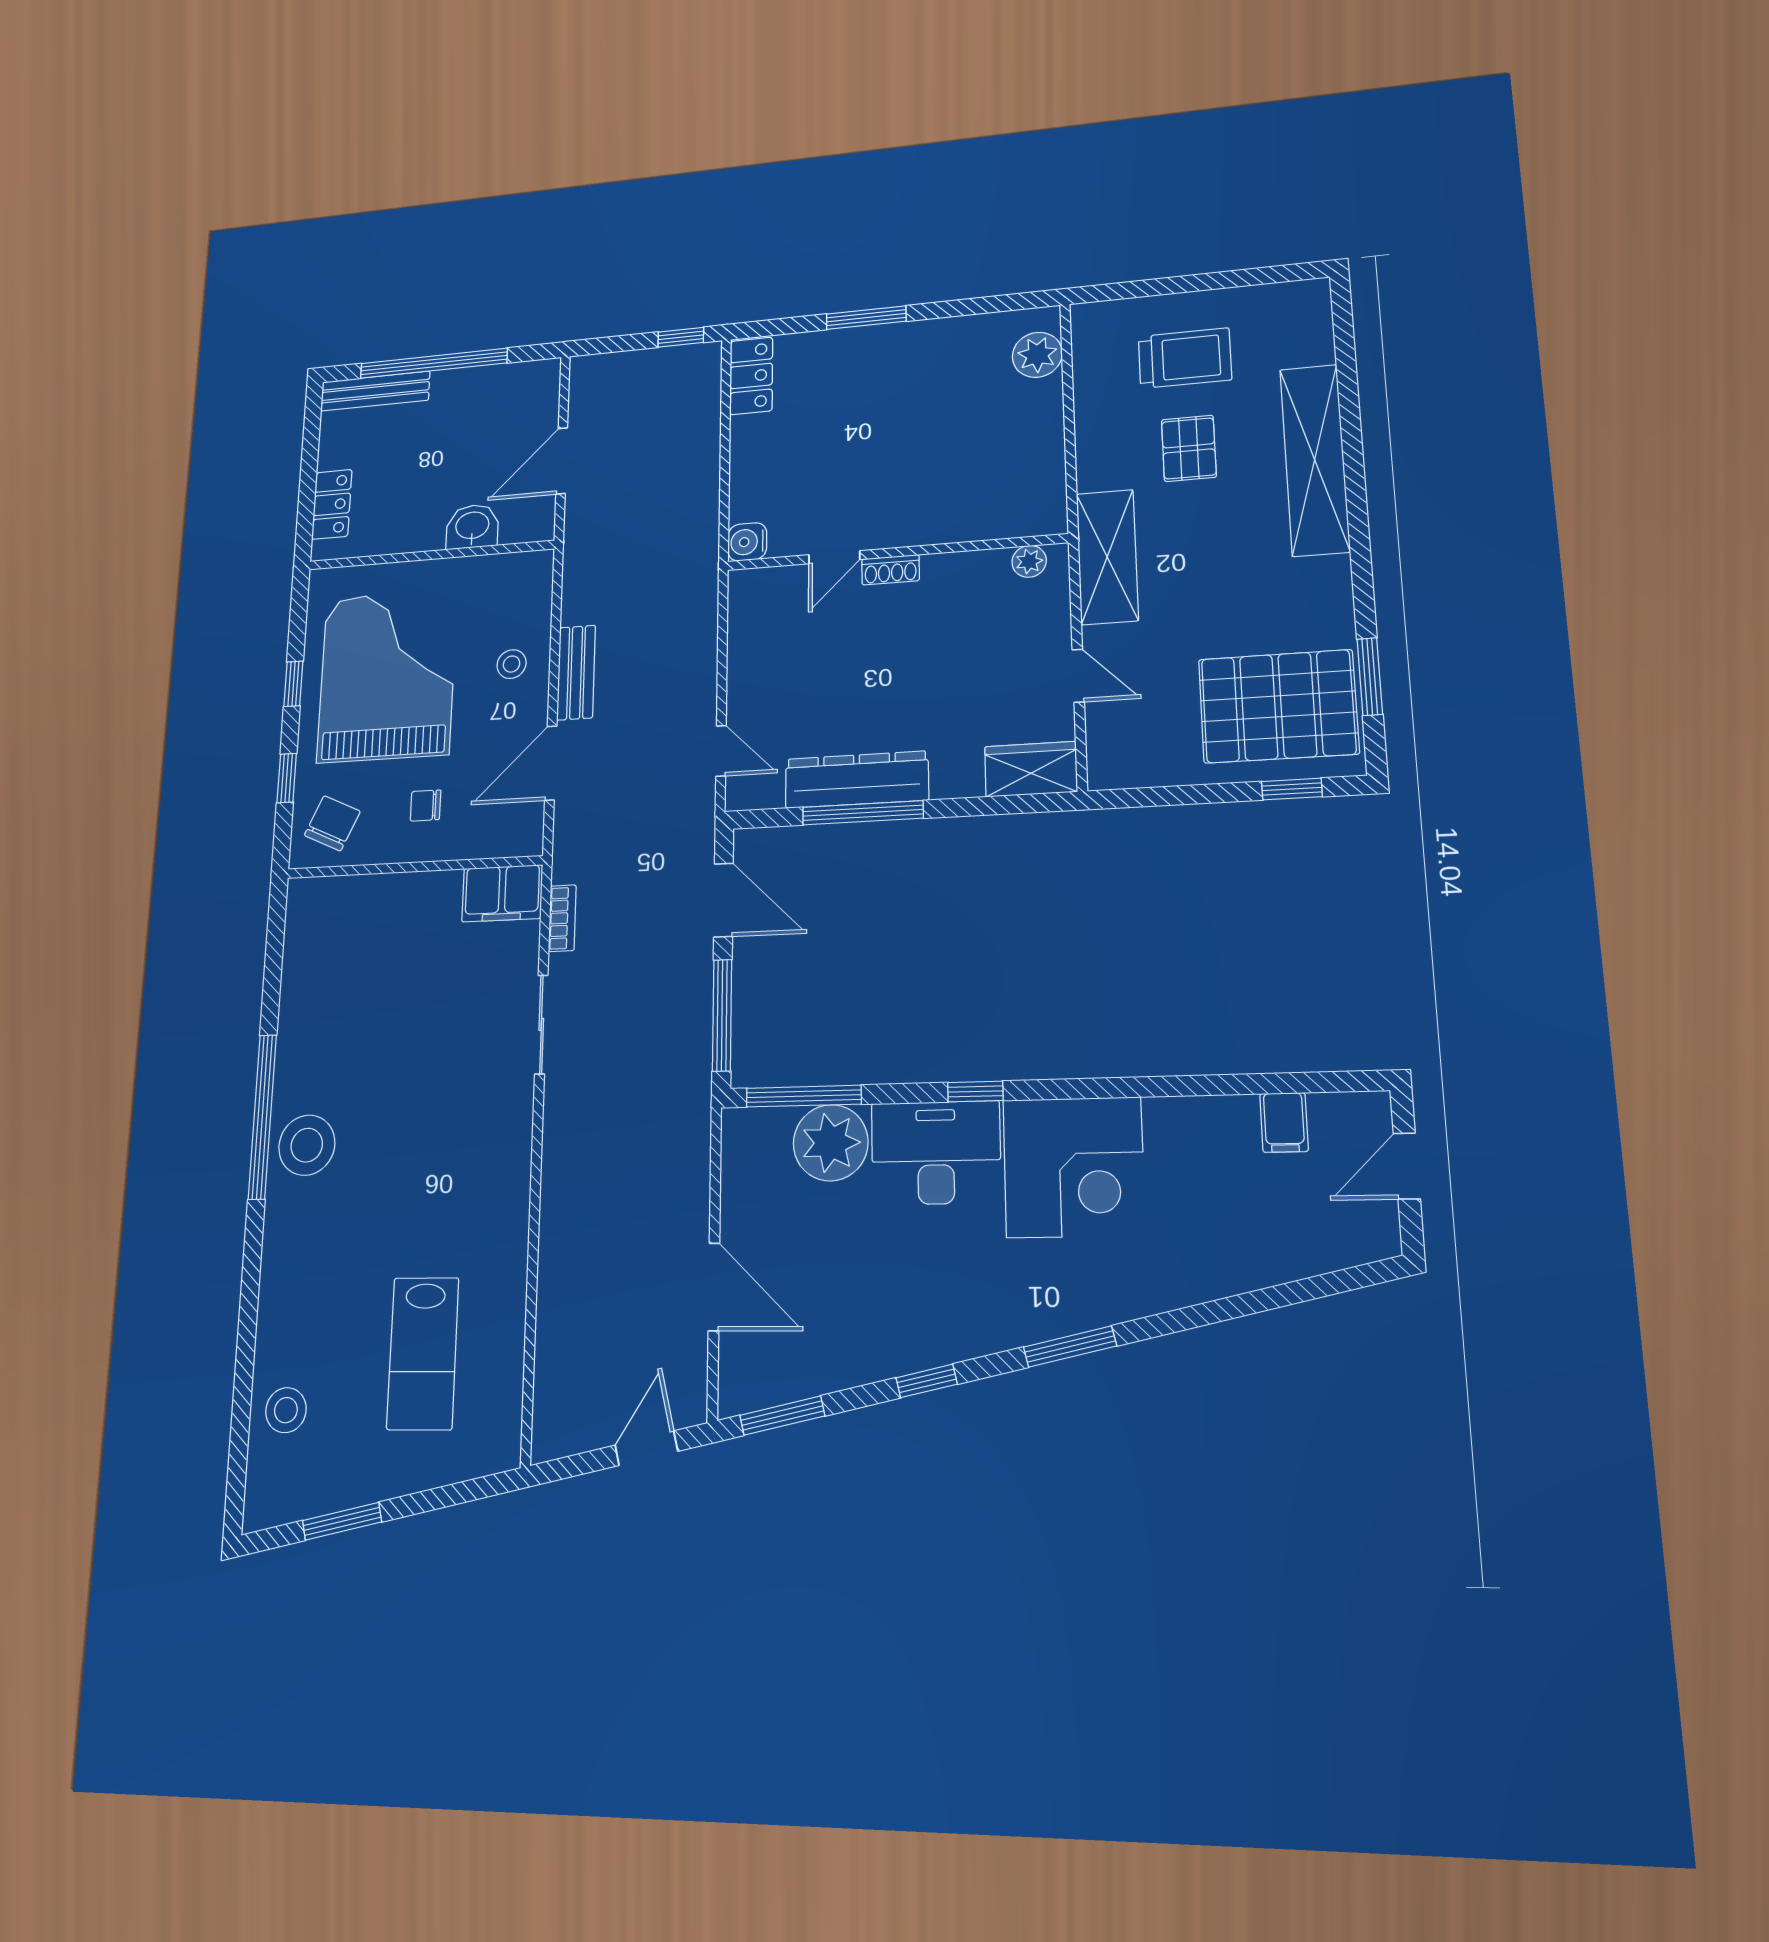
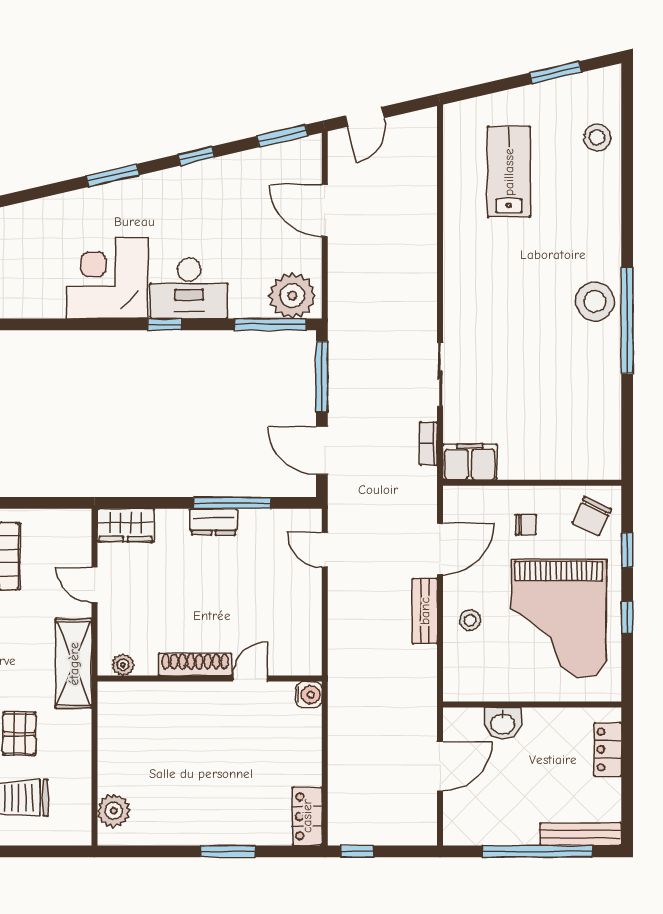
shoe rack: (891, 570) -> (195, 664), width x1.94, depth x1.24
dresser: (857, 780) -> (213, 522), width x0.51, depth x0.80
plant: (831, 1143) -> (292, 296), moved

